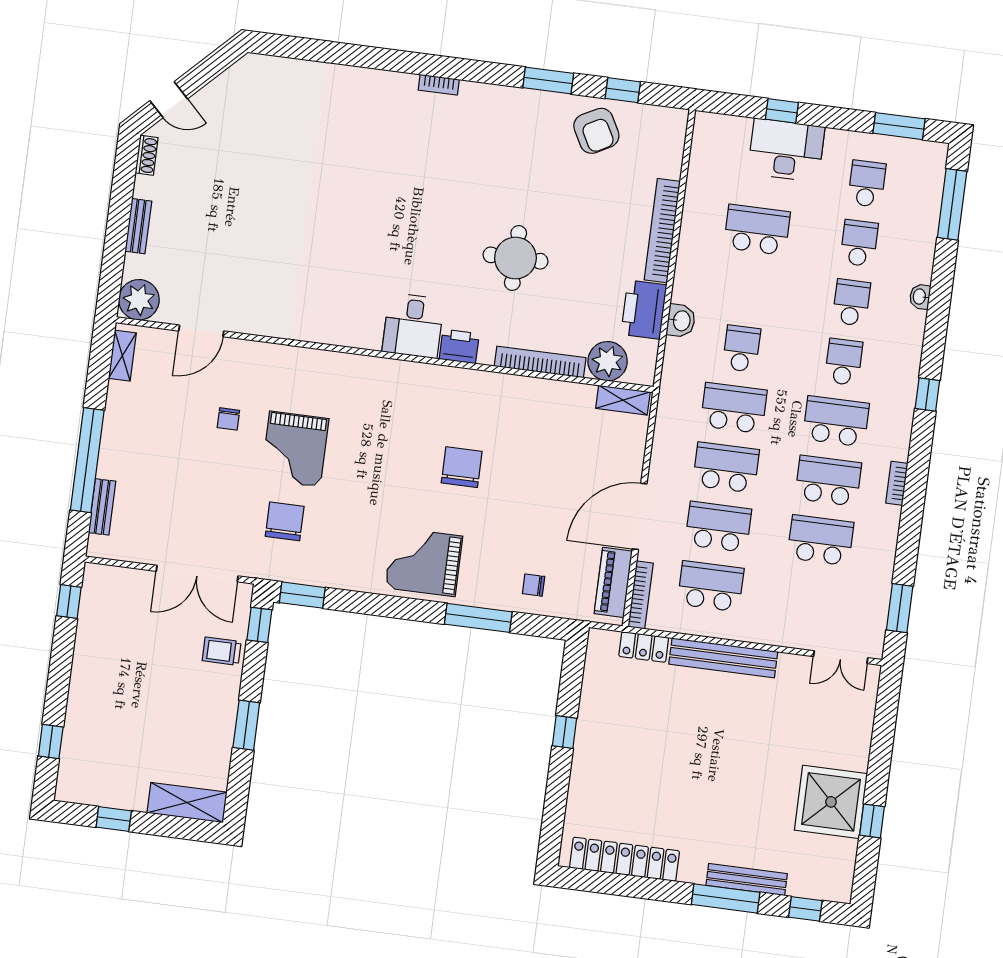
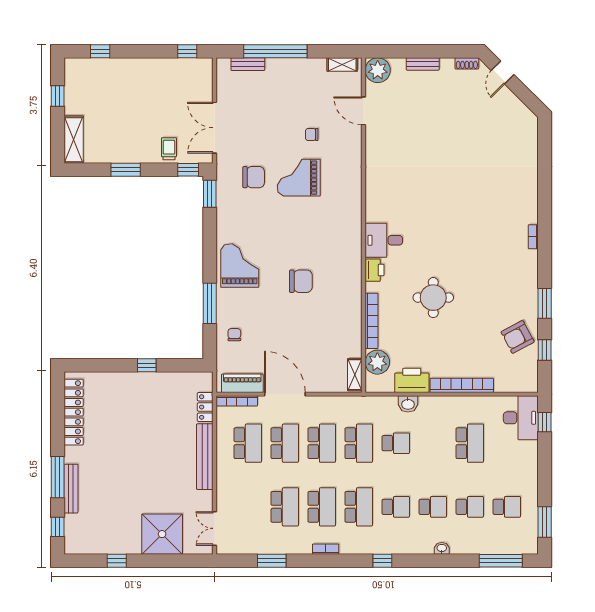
window: (782, 111) -> (545, 422), moved
desk: (786, 150) -> (521, 418), moved
window: (900, 608) -> (272, 561), moved
shower: (831, 802) -> (162, 534), moved

